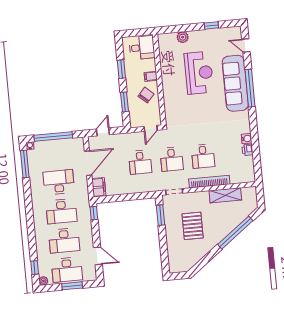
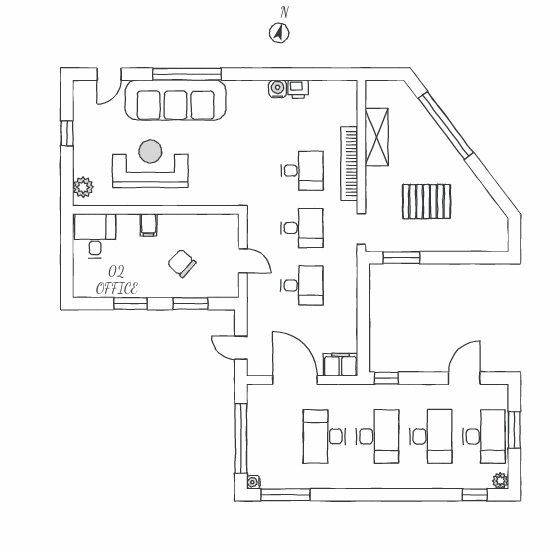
desk: (142, 48) -> (95, 236), moved
filing cabinet: (151, 76) -> (149, 225), moved
wall: (159, 80) -> (156, 210), moved

